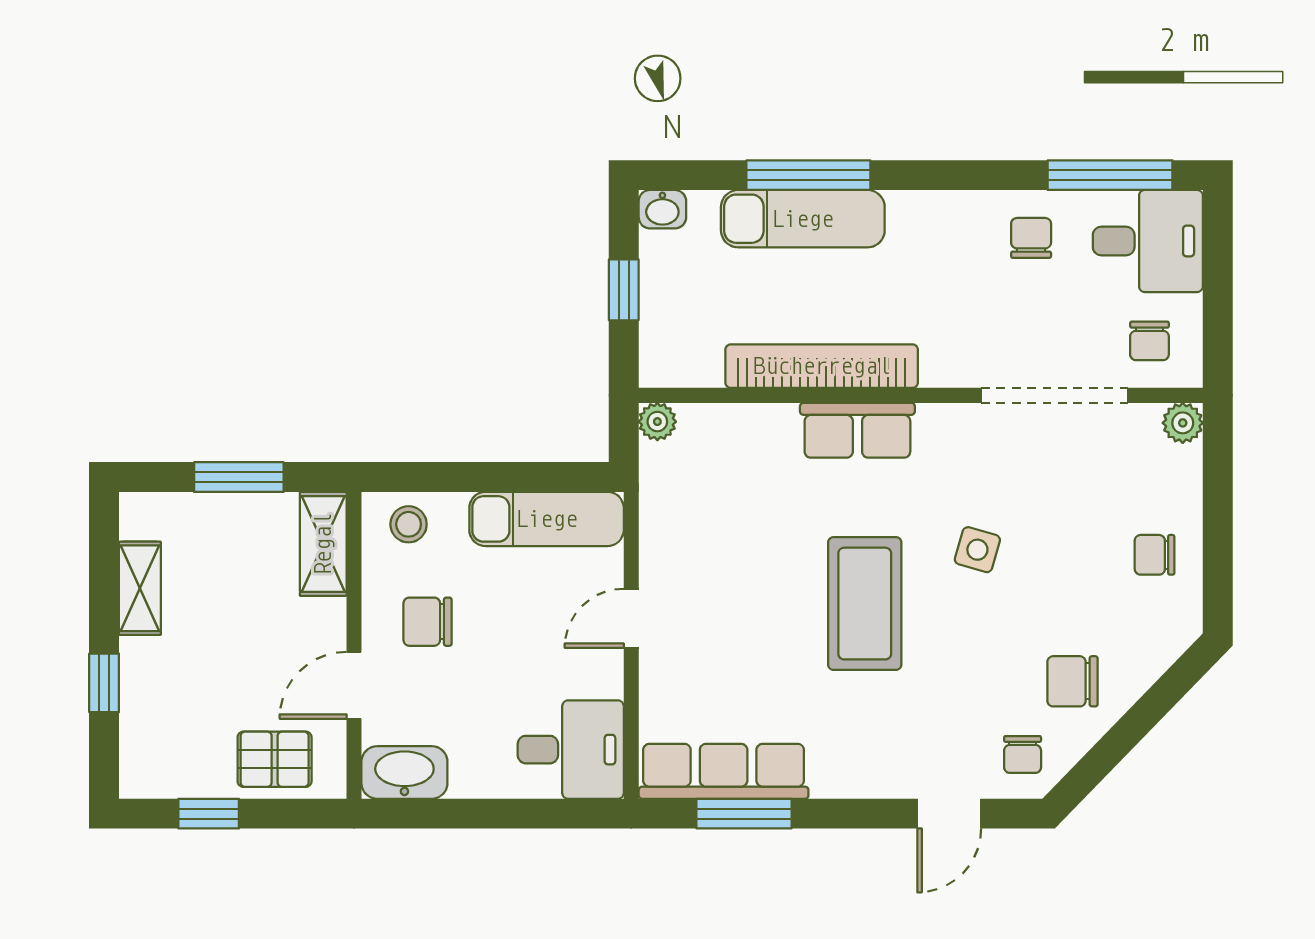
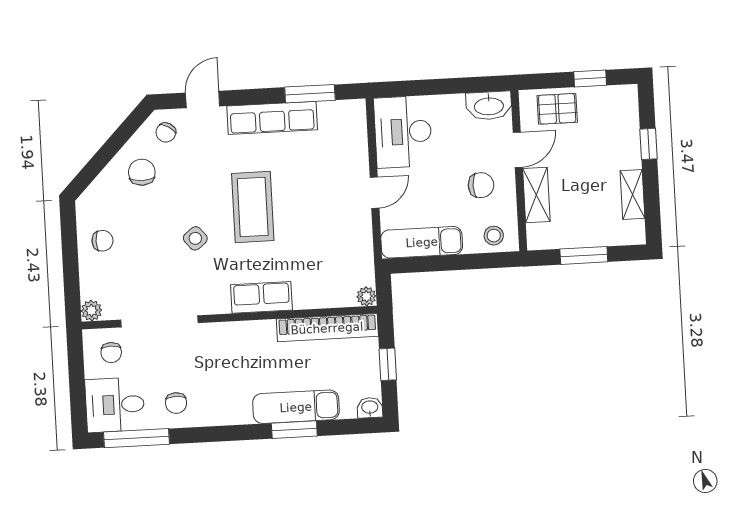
window: (808, 175) -> (294, 430), width x0.69
chair: (1149, 341) -> (111, 353), turned 180
bookcase: (822, 366) -> (327, 328), moved
shelving: (323, 544) -> (536, 195), moved
side table: (977, 550) -> (195, 238), turned 35
chair: (1073, 681) -> (142, 172), turned -90
desk: (571, 750) -> (403, 132), width x1.37
chair: (1023, 754) -> (166, 132), turned -149
row of seats: (724, 771) -> (272, 118), moved

